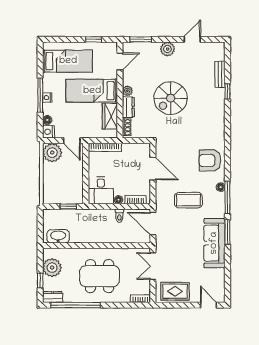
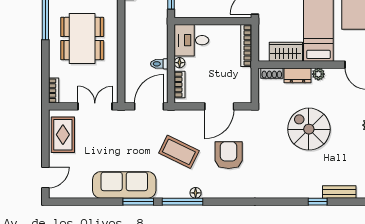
armchair: (210, 160) -> (229, 155), moved
coffee table: (188, 200) -> (179, 152), turned -64

